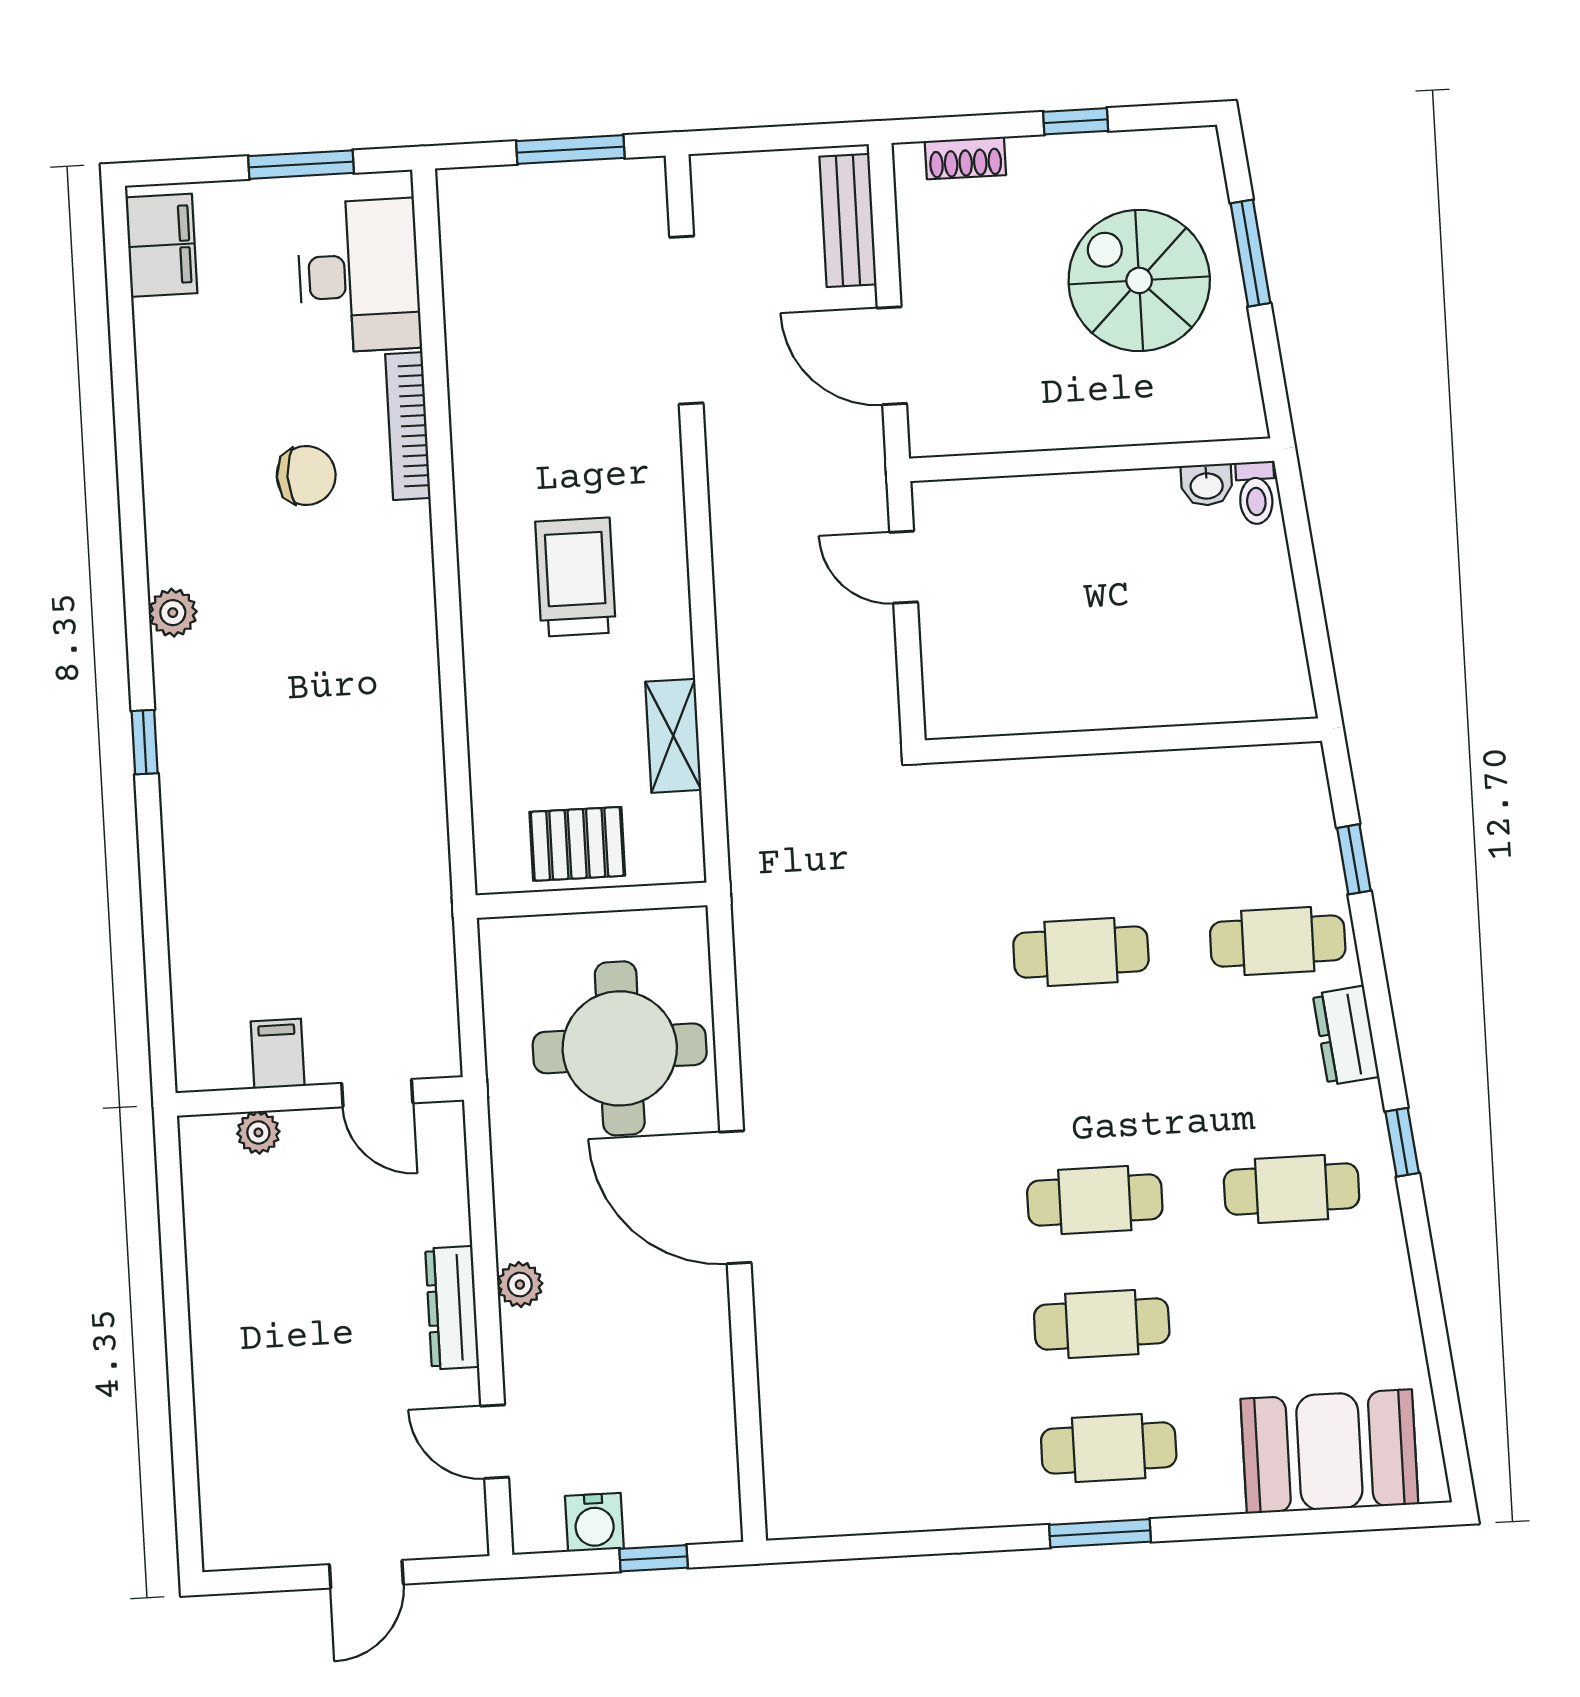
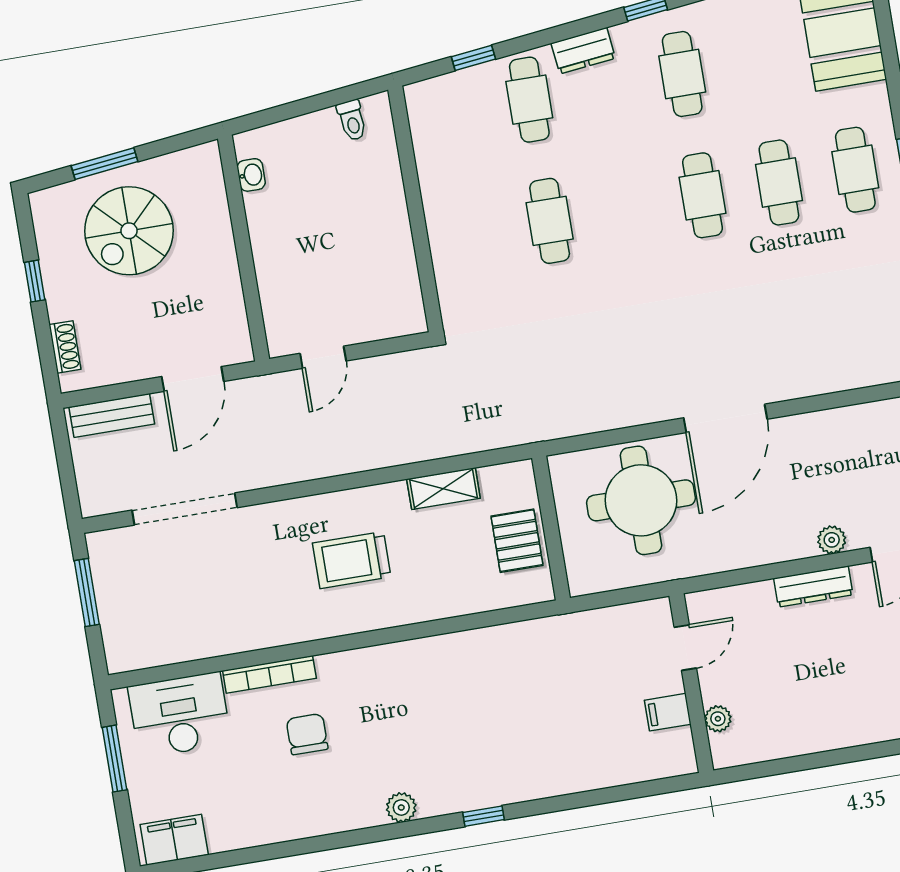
toilet: (1256, 493) -> (352, 120), moved, turned 84
plant: (520, 1285) -> (832, 540), moved

